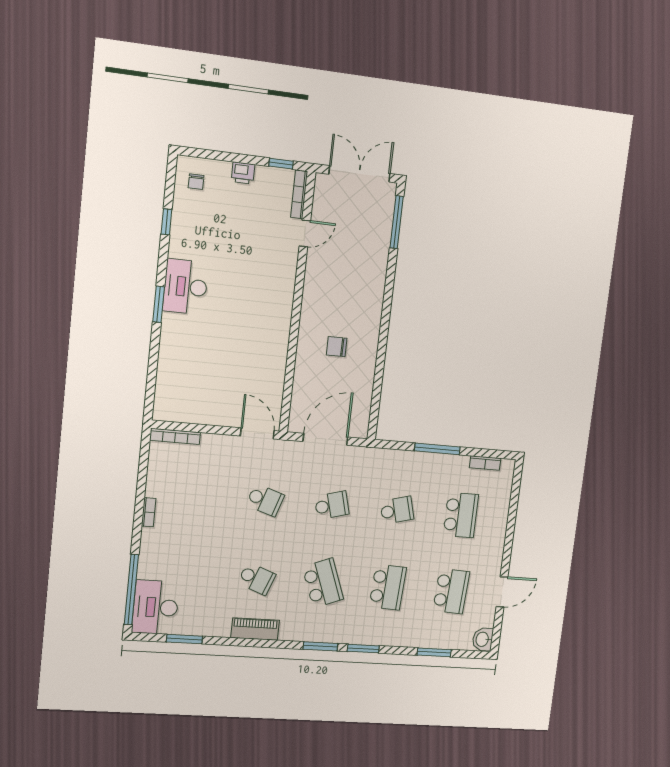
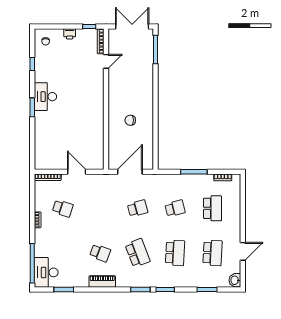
door: (257, 433) -> (77, 172), moved
school desk: (265, 500) -> (63, 208), moved

